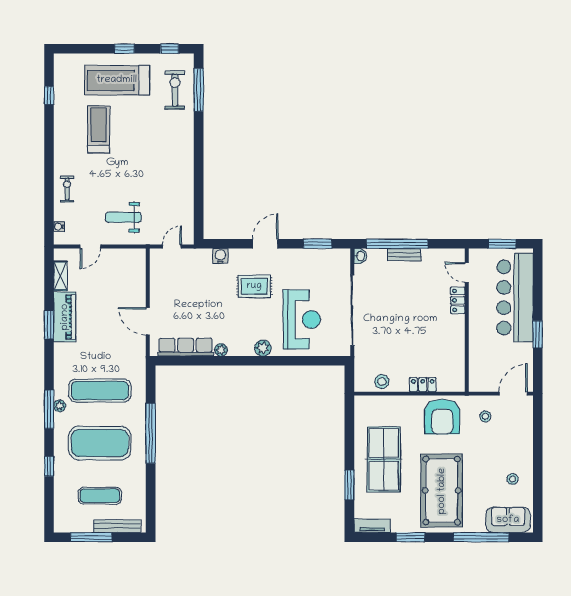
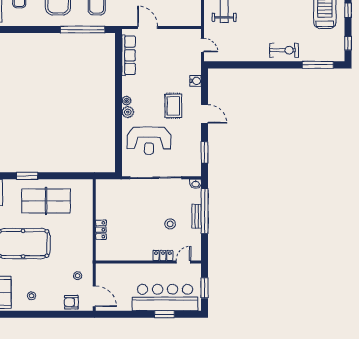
exercise bike: (175, 90) -> (284, 50), moved
door: (148, 321) -> (148, 28), hinge flipped
window: (538, 334) -> (164, 314), moved
plant: (221, 350) -> (127, 101), moved
stool: (382, 382) -> (170, 224), moved
armchair: (442, 417) -> (71, 302), moved, width x0.53, depth x0.53
window: (151, 433) -> (83, 30), moved

